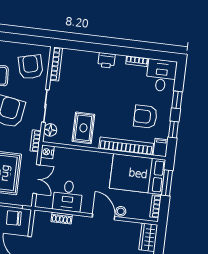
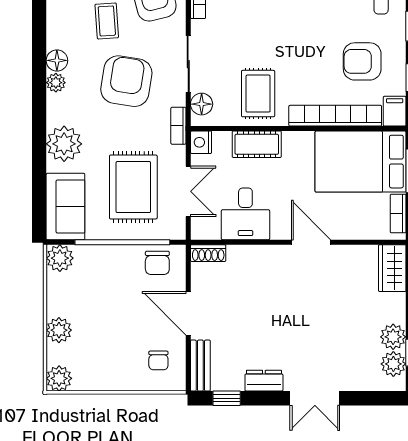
cot: (79, 157) -> (257, 144), added
stool: (121, 211) -> (340, 229), removed
chair: (14, 218) -> (157, 263), turned -88
shoe rack: (62, 218) -> (208, 253), moved

